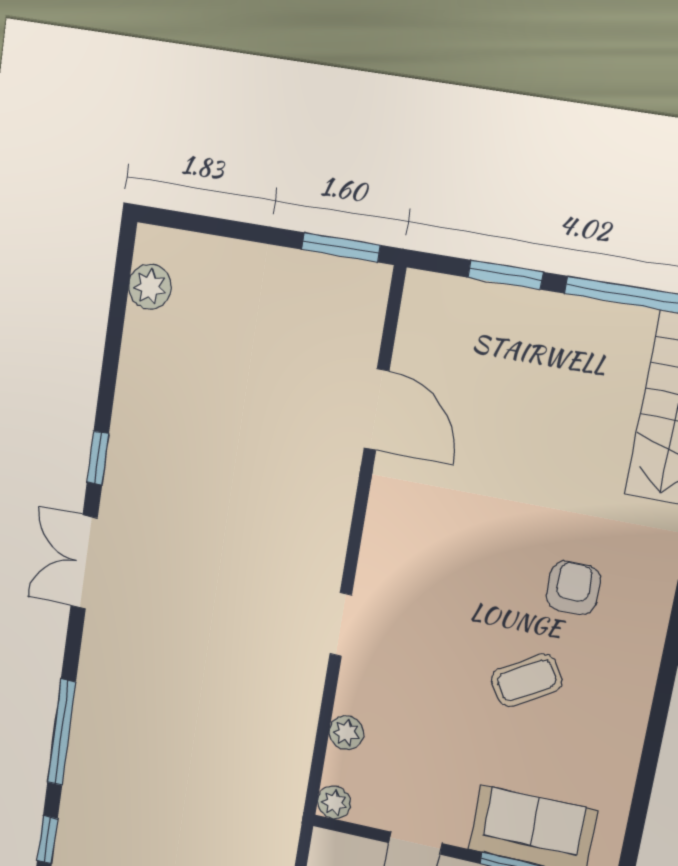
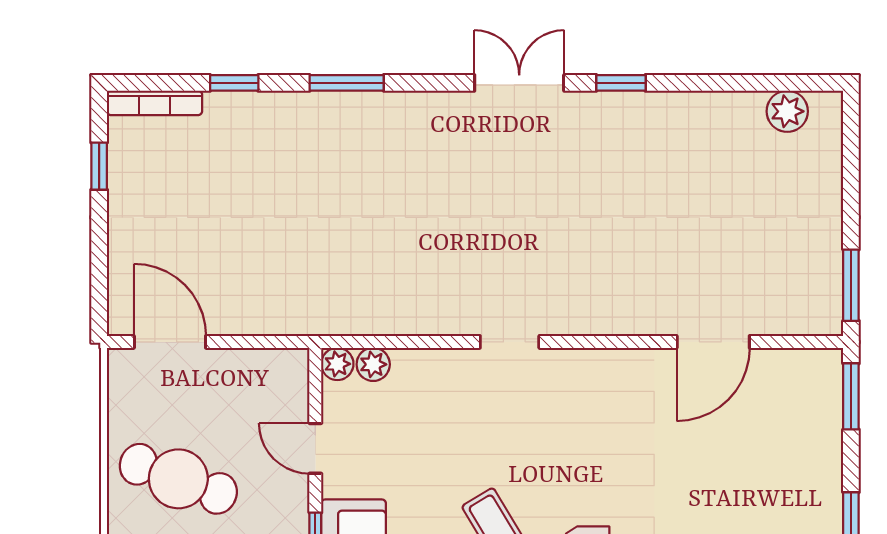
window: (505, 275) -> (851, 396), moved
window: (62, 732) -> (347, 83), width x0.69
plant: (346, 733) -> (373, 364), moved

